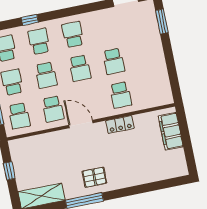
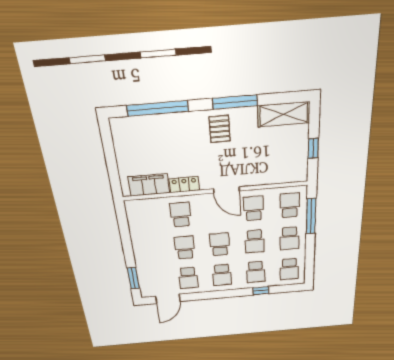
school desk: (107, 27) -> (188, 278), added
school desk: (46, 75) -> (255, 241), turned 180
filing cabinet: (171, 131) -> (149, 185), moved, turned -90
pallet: (94, 177) -> (220, 129), turned 90
window: (148, 187) -> (158, 108), added

